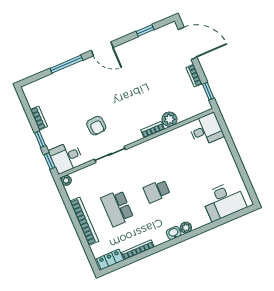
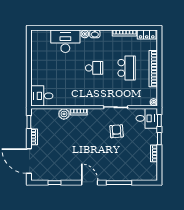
desk: (224, 201) -> (65, 41), moved

